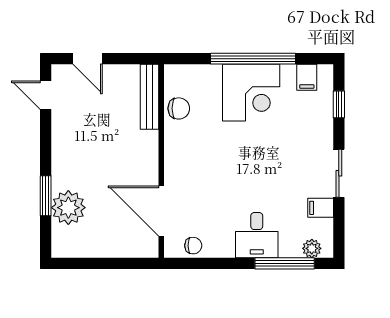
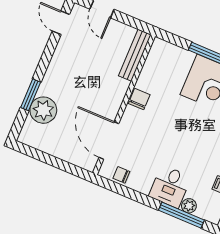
chair: (179, 108) -> (139, 99), moved, turned -90
chair: (193, 246) -> (121, 175), turned 180
plant: (312, 248) -> (189, 206), moved

